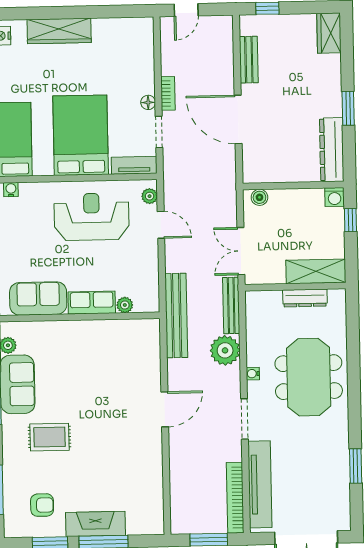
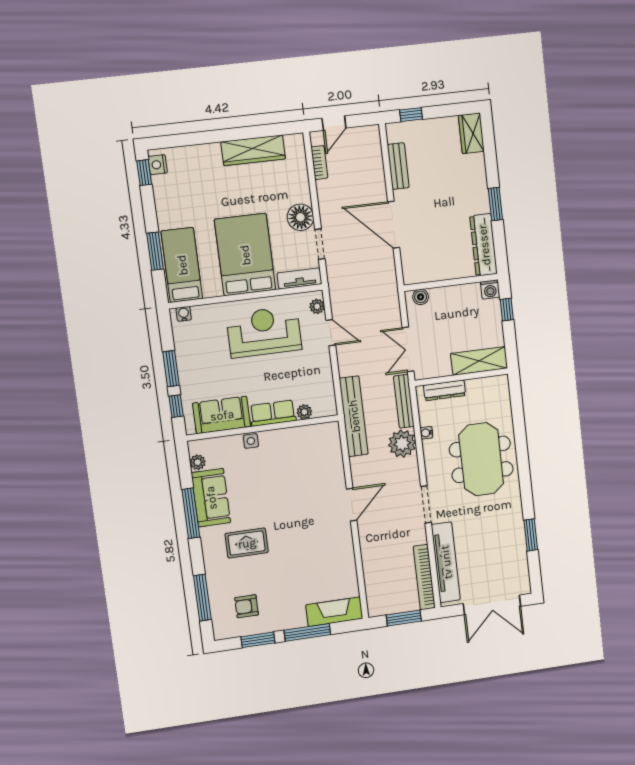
wardrobe: (59, 31) -> (253, 150), moved
bookcase: (168, 93) -> (319, 163), moved
floor lamp: (148, 102) -> (300, 217), width x1.89, depth x1.89
dresser: (305, 298) -> (445, 390), moved
side table: (66, 329) -> (251, 441), added
water cooler: (253, 374) -> (426, 433), moved
armchair: (42, 505) -> (247, 606), turned 180
fireplace: (95, 524) -> (334, 612), moved

